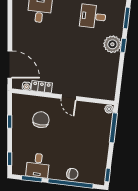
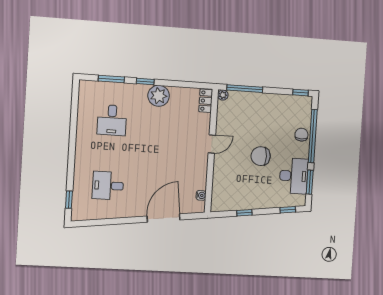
plant: (112, 44) -> (159, 96), moved
door: (10, 64) -> (164, 218), moved
locker: (42, 87) -> (206, 101), moved
chair: (41, 120) -> (261, 156), moved
desk: (38, 165) -> (294, 176), width x1.37

